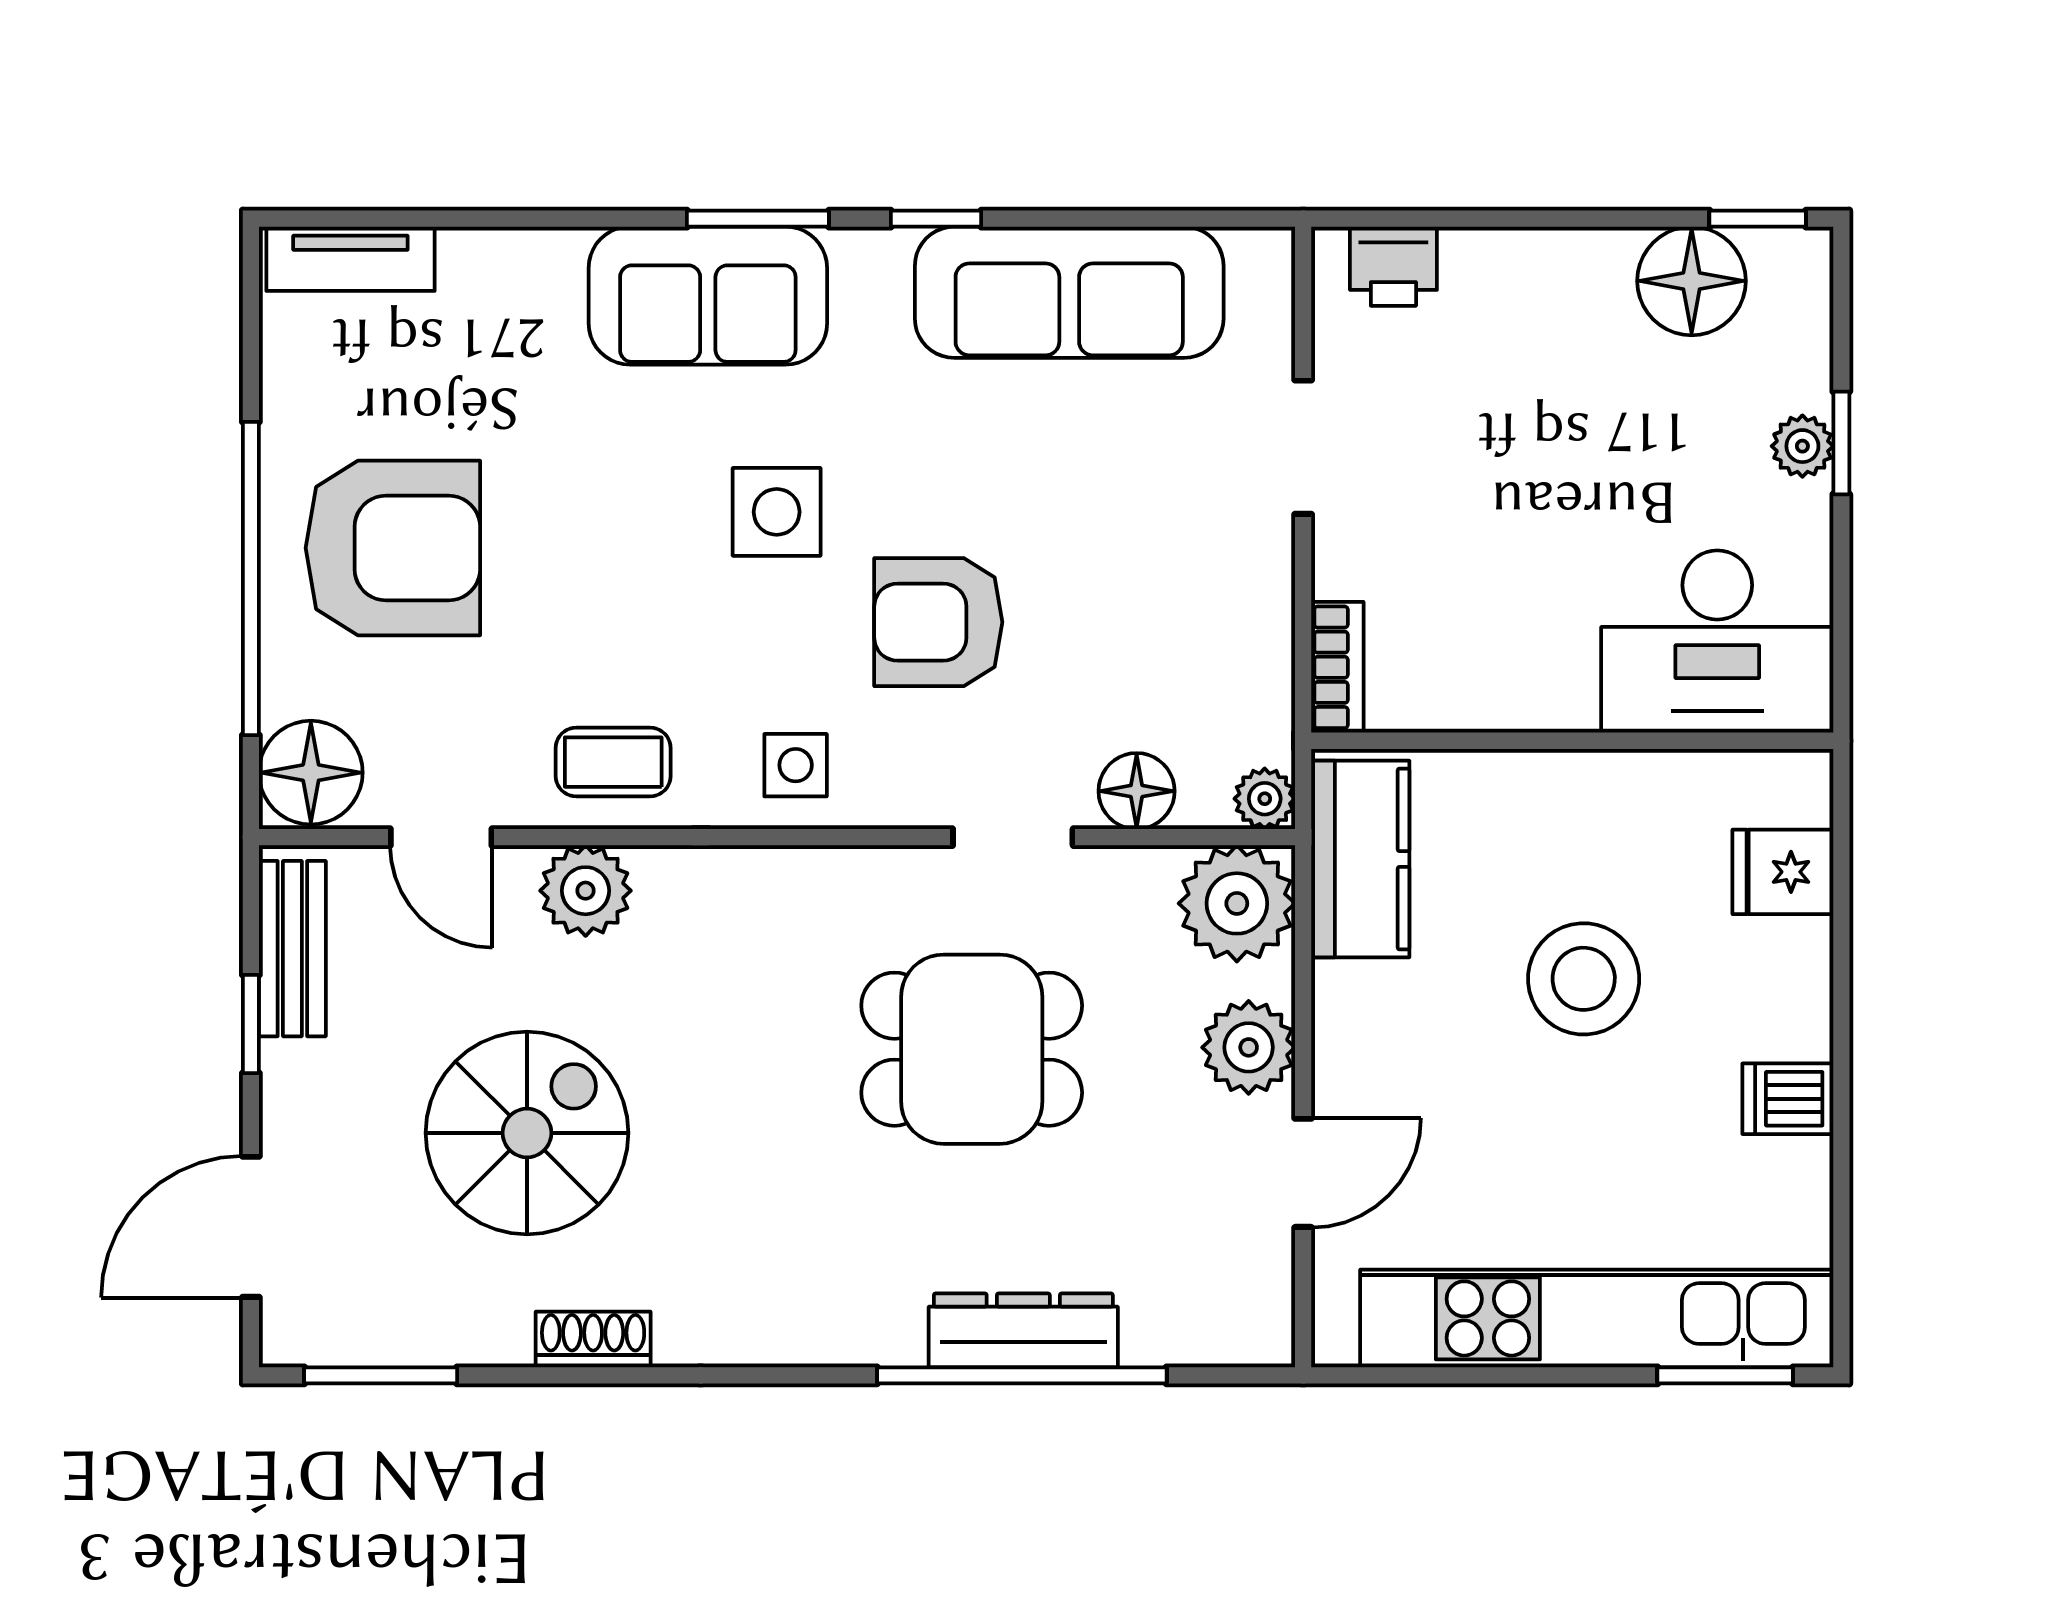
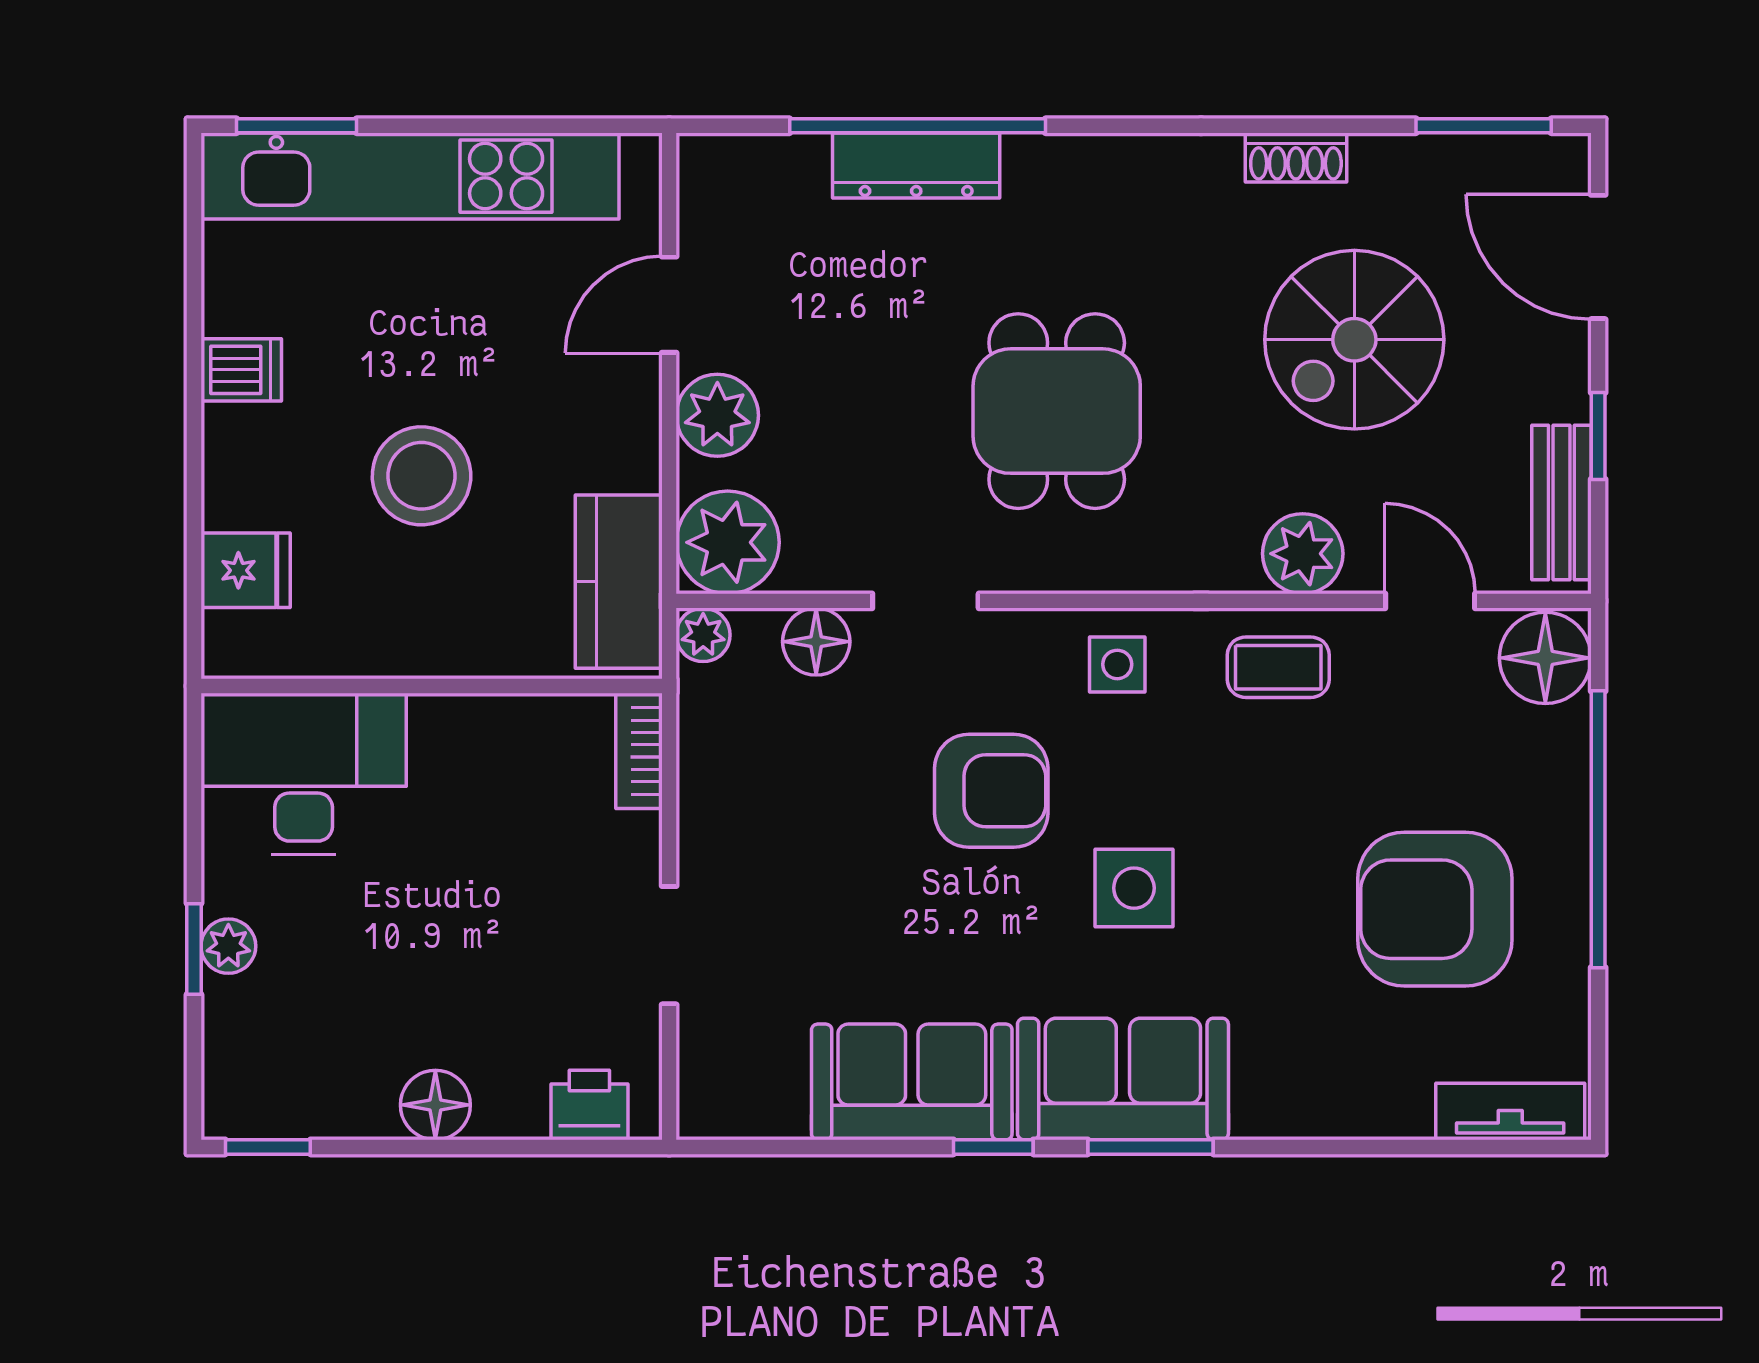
floor lamp: (1692, 281) -> (435, 1105), moved, width x0.73, depth x0.73
sofa: (1069, 292) -> (912, 1082), width x0.73
sofa: (708, 296) -> (1123, 1079), moved
armchair: (393, 548) -> (1435, 909), moved
dining table: (972, 1049) -> (1057, 411), moved, turned 90
door: (251, 1227) -> (1598, 257), swing flipped

